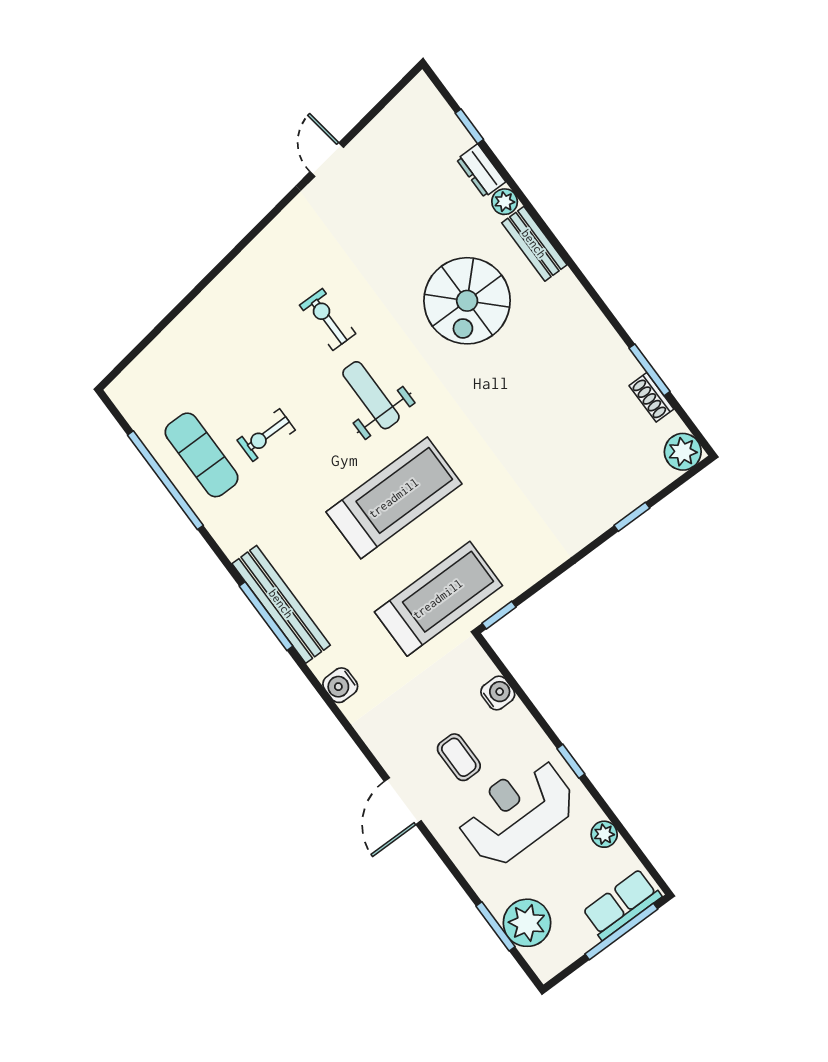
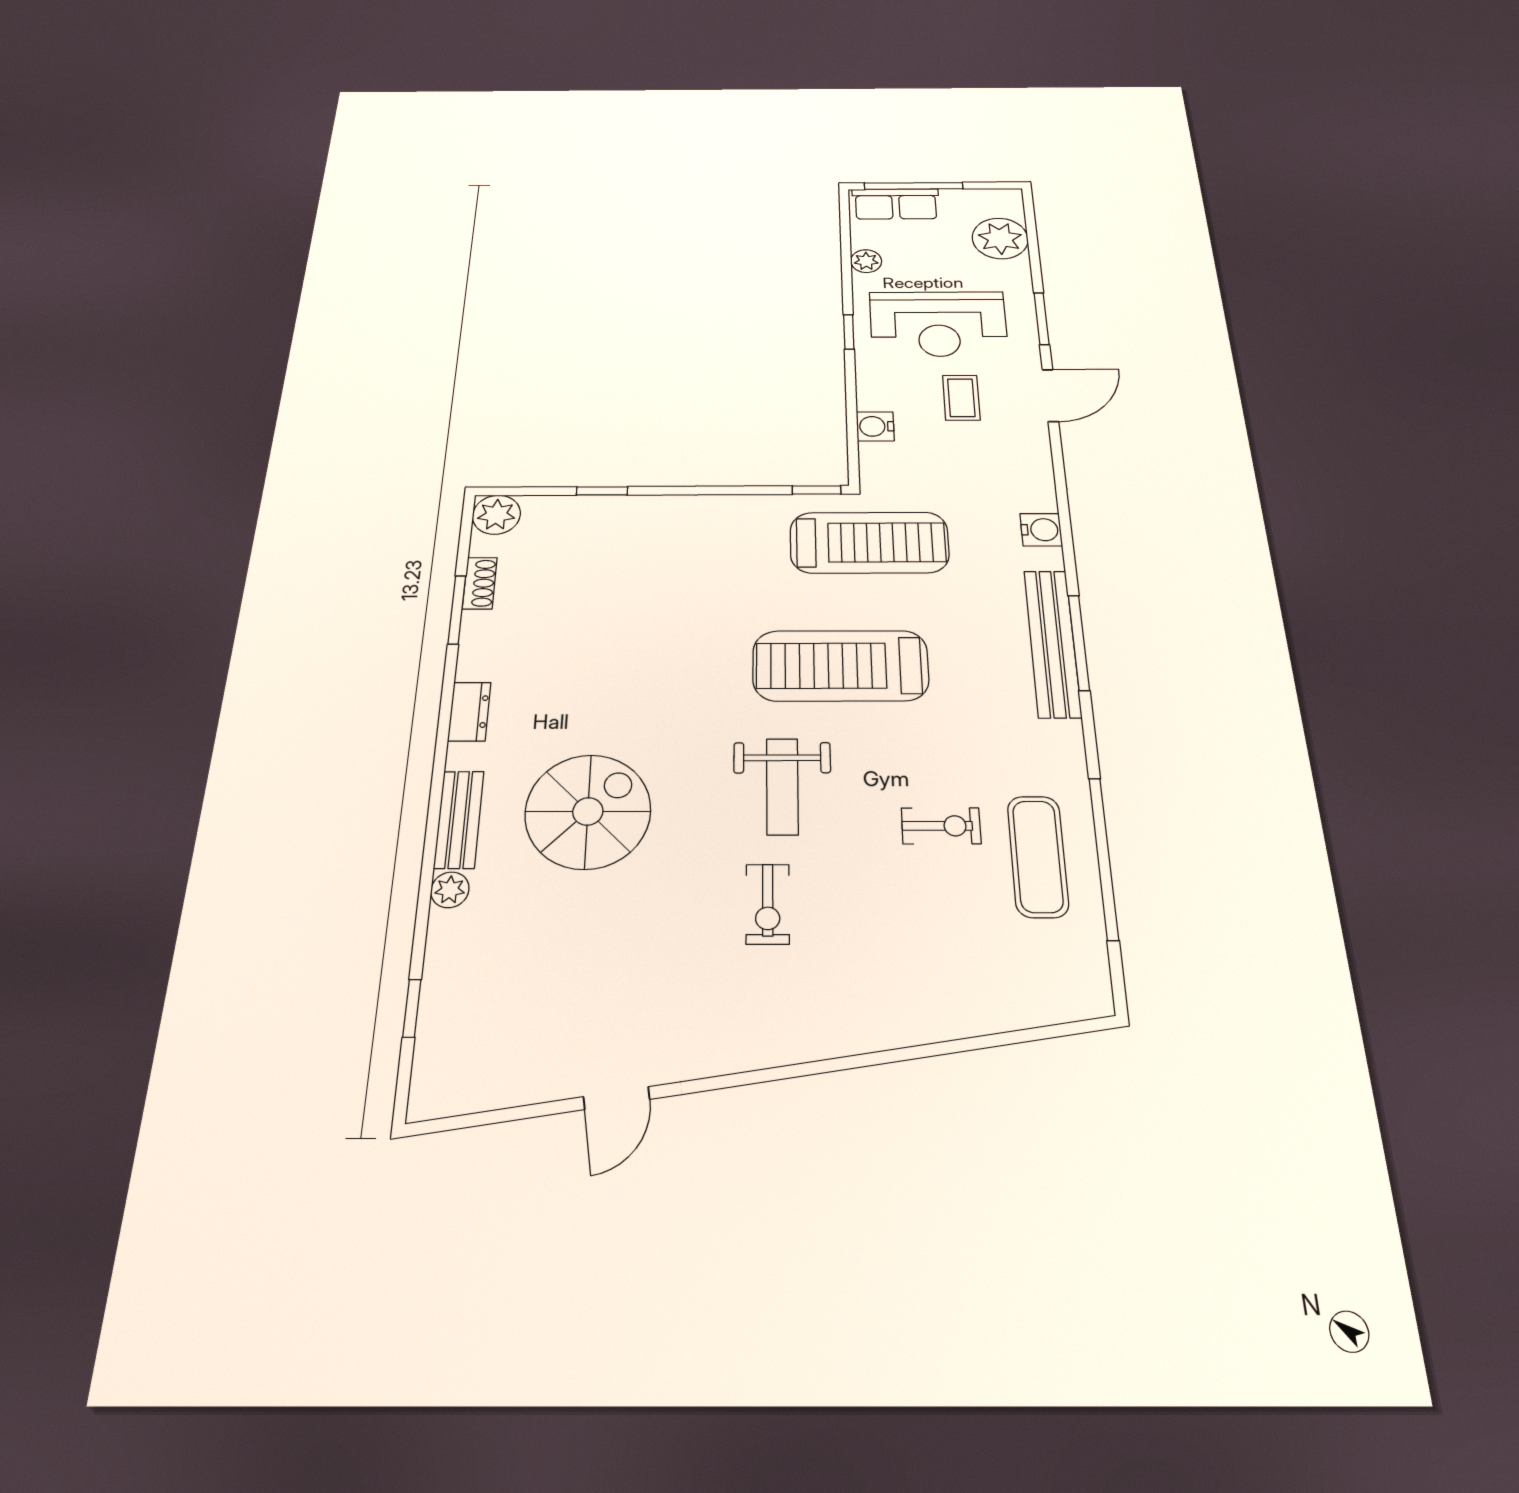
dresser: (481, 171) -> (469, 712), moved
treadmill: (438, 599) -> (869, 542), turned 180
window: (496, 926) -> (1042, 319), moved

